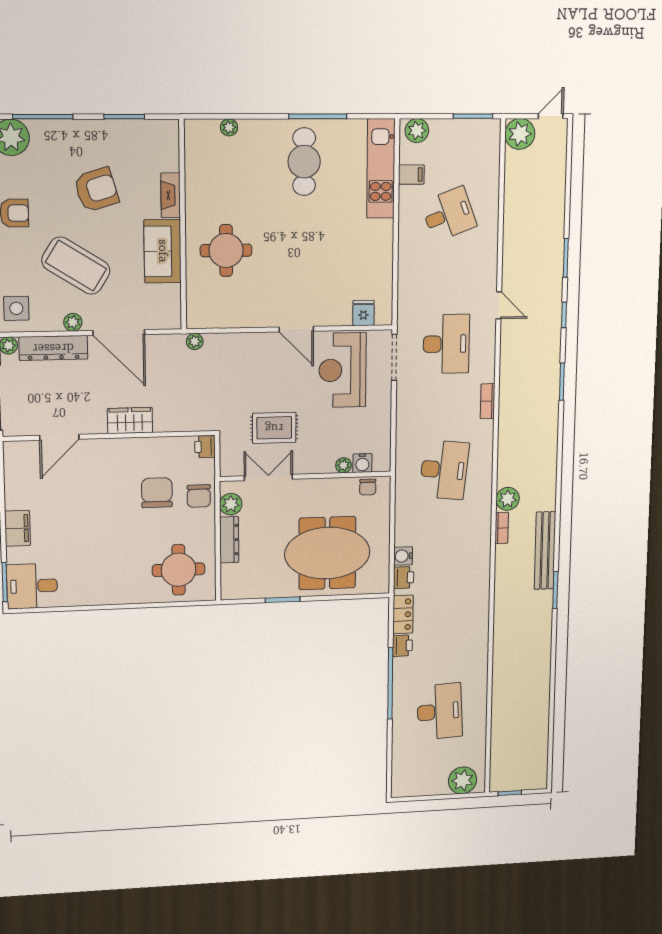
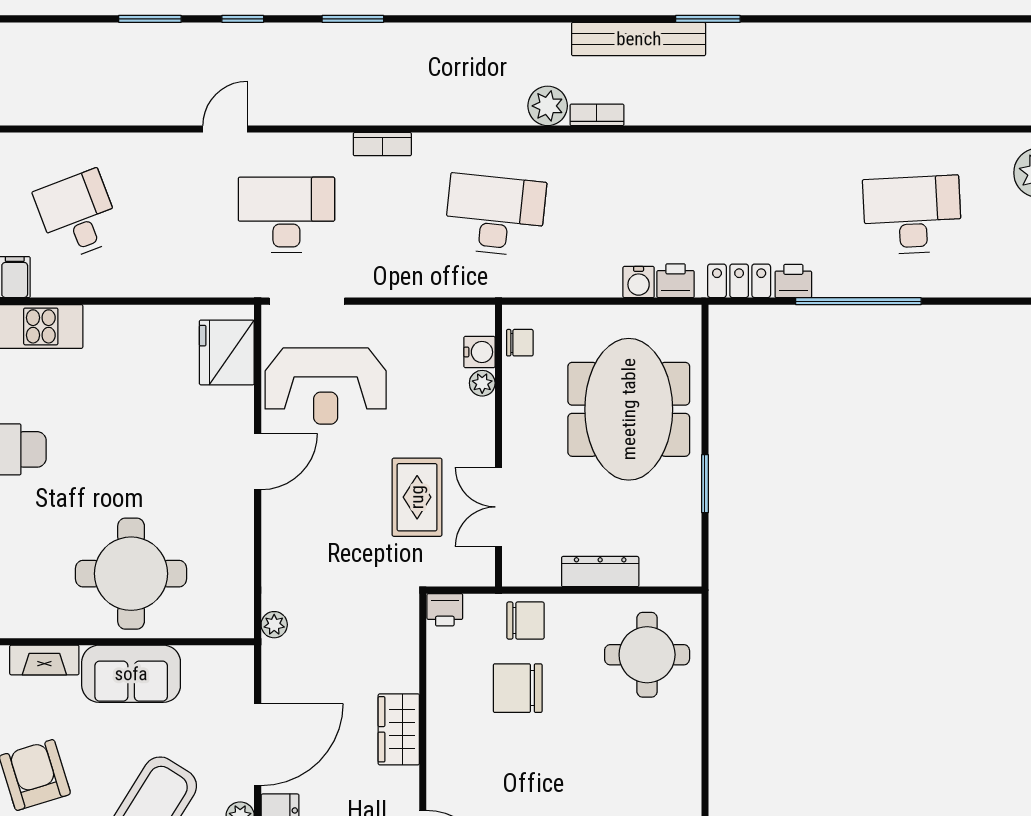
round table: (226, 250) -> (131, 574), width x1.36, depth x1.36
fridge: (363, 313) -> (227, 352), width x1.88, depth x1.34
plant: (231, 504) -> (541, 569), removed

